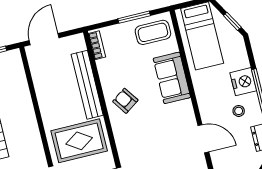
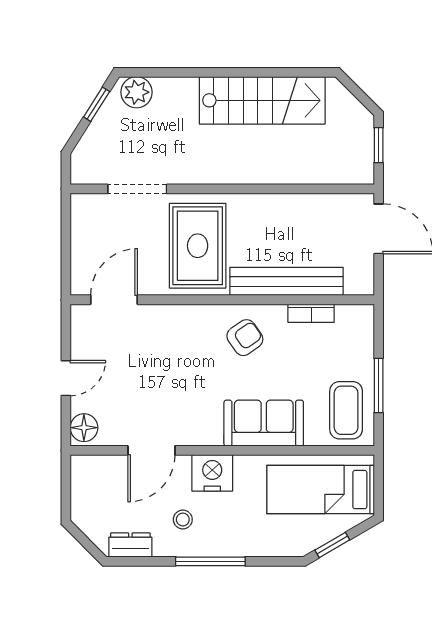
bookcase: (97, 45) -> (311, 313), moved
nightstand: (243, 82) -> (212, 473), moved, turned 180

